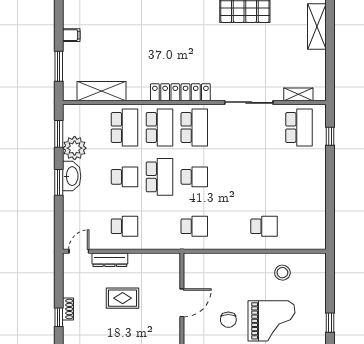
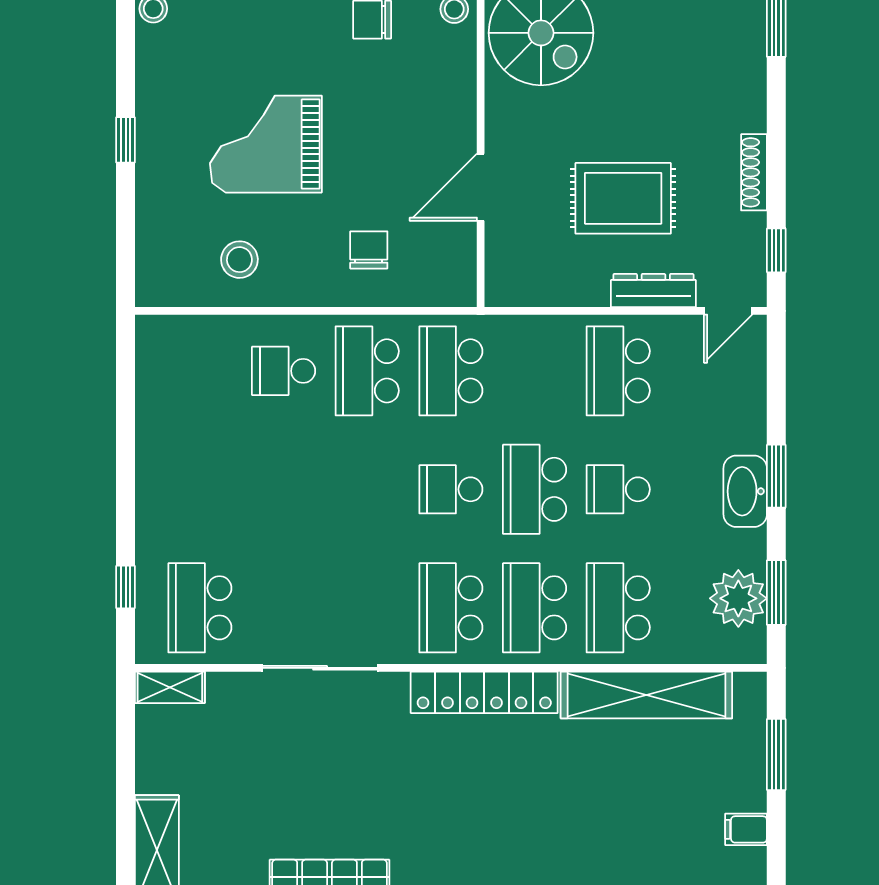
shelving: (101, 91) -> (646, 695), width x1.47
shelving: (298, 94) -> (170, 687), moved
plant: (75, 148) -> (738, 598), moved
school desk: (125, 226) -> (618, 371), width x1.85
school desk: (194, 226) -> (451, 371), width x1.85
school desk: (229, 226) -> (367, 371), added
rug: (123, 298) -> (623, 198), width x1.36, depth x1.43
shoe rack: (68, 309) -> (754, 172), width x1.43
window: (59, 317) -> (776, 250), moved
chair: (228, 320) -> (369, 250), moved

